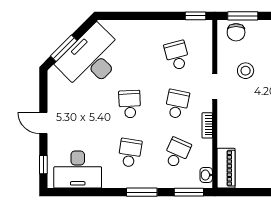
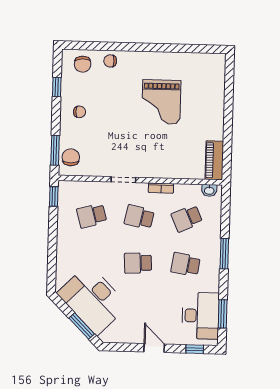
chair: (236, 32) -> (71, 157), turned -90
stool: (246, 71) -> (108, 149), removed
door: (43, 123) -> (154, 348), swing flipped
school desk: (177, 153) -> (187, 218), turned -48
piano: (226, 168) -> (214, 160), moved, turned -90
window: (189, 192) -> (223, 314), moved

